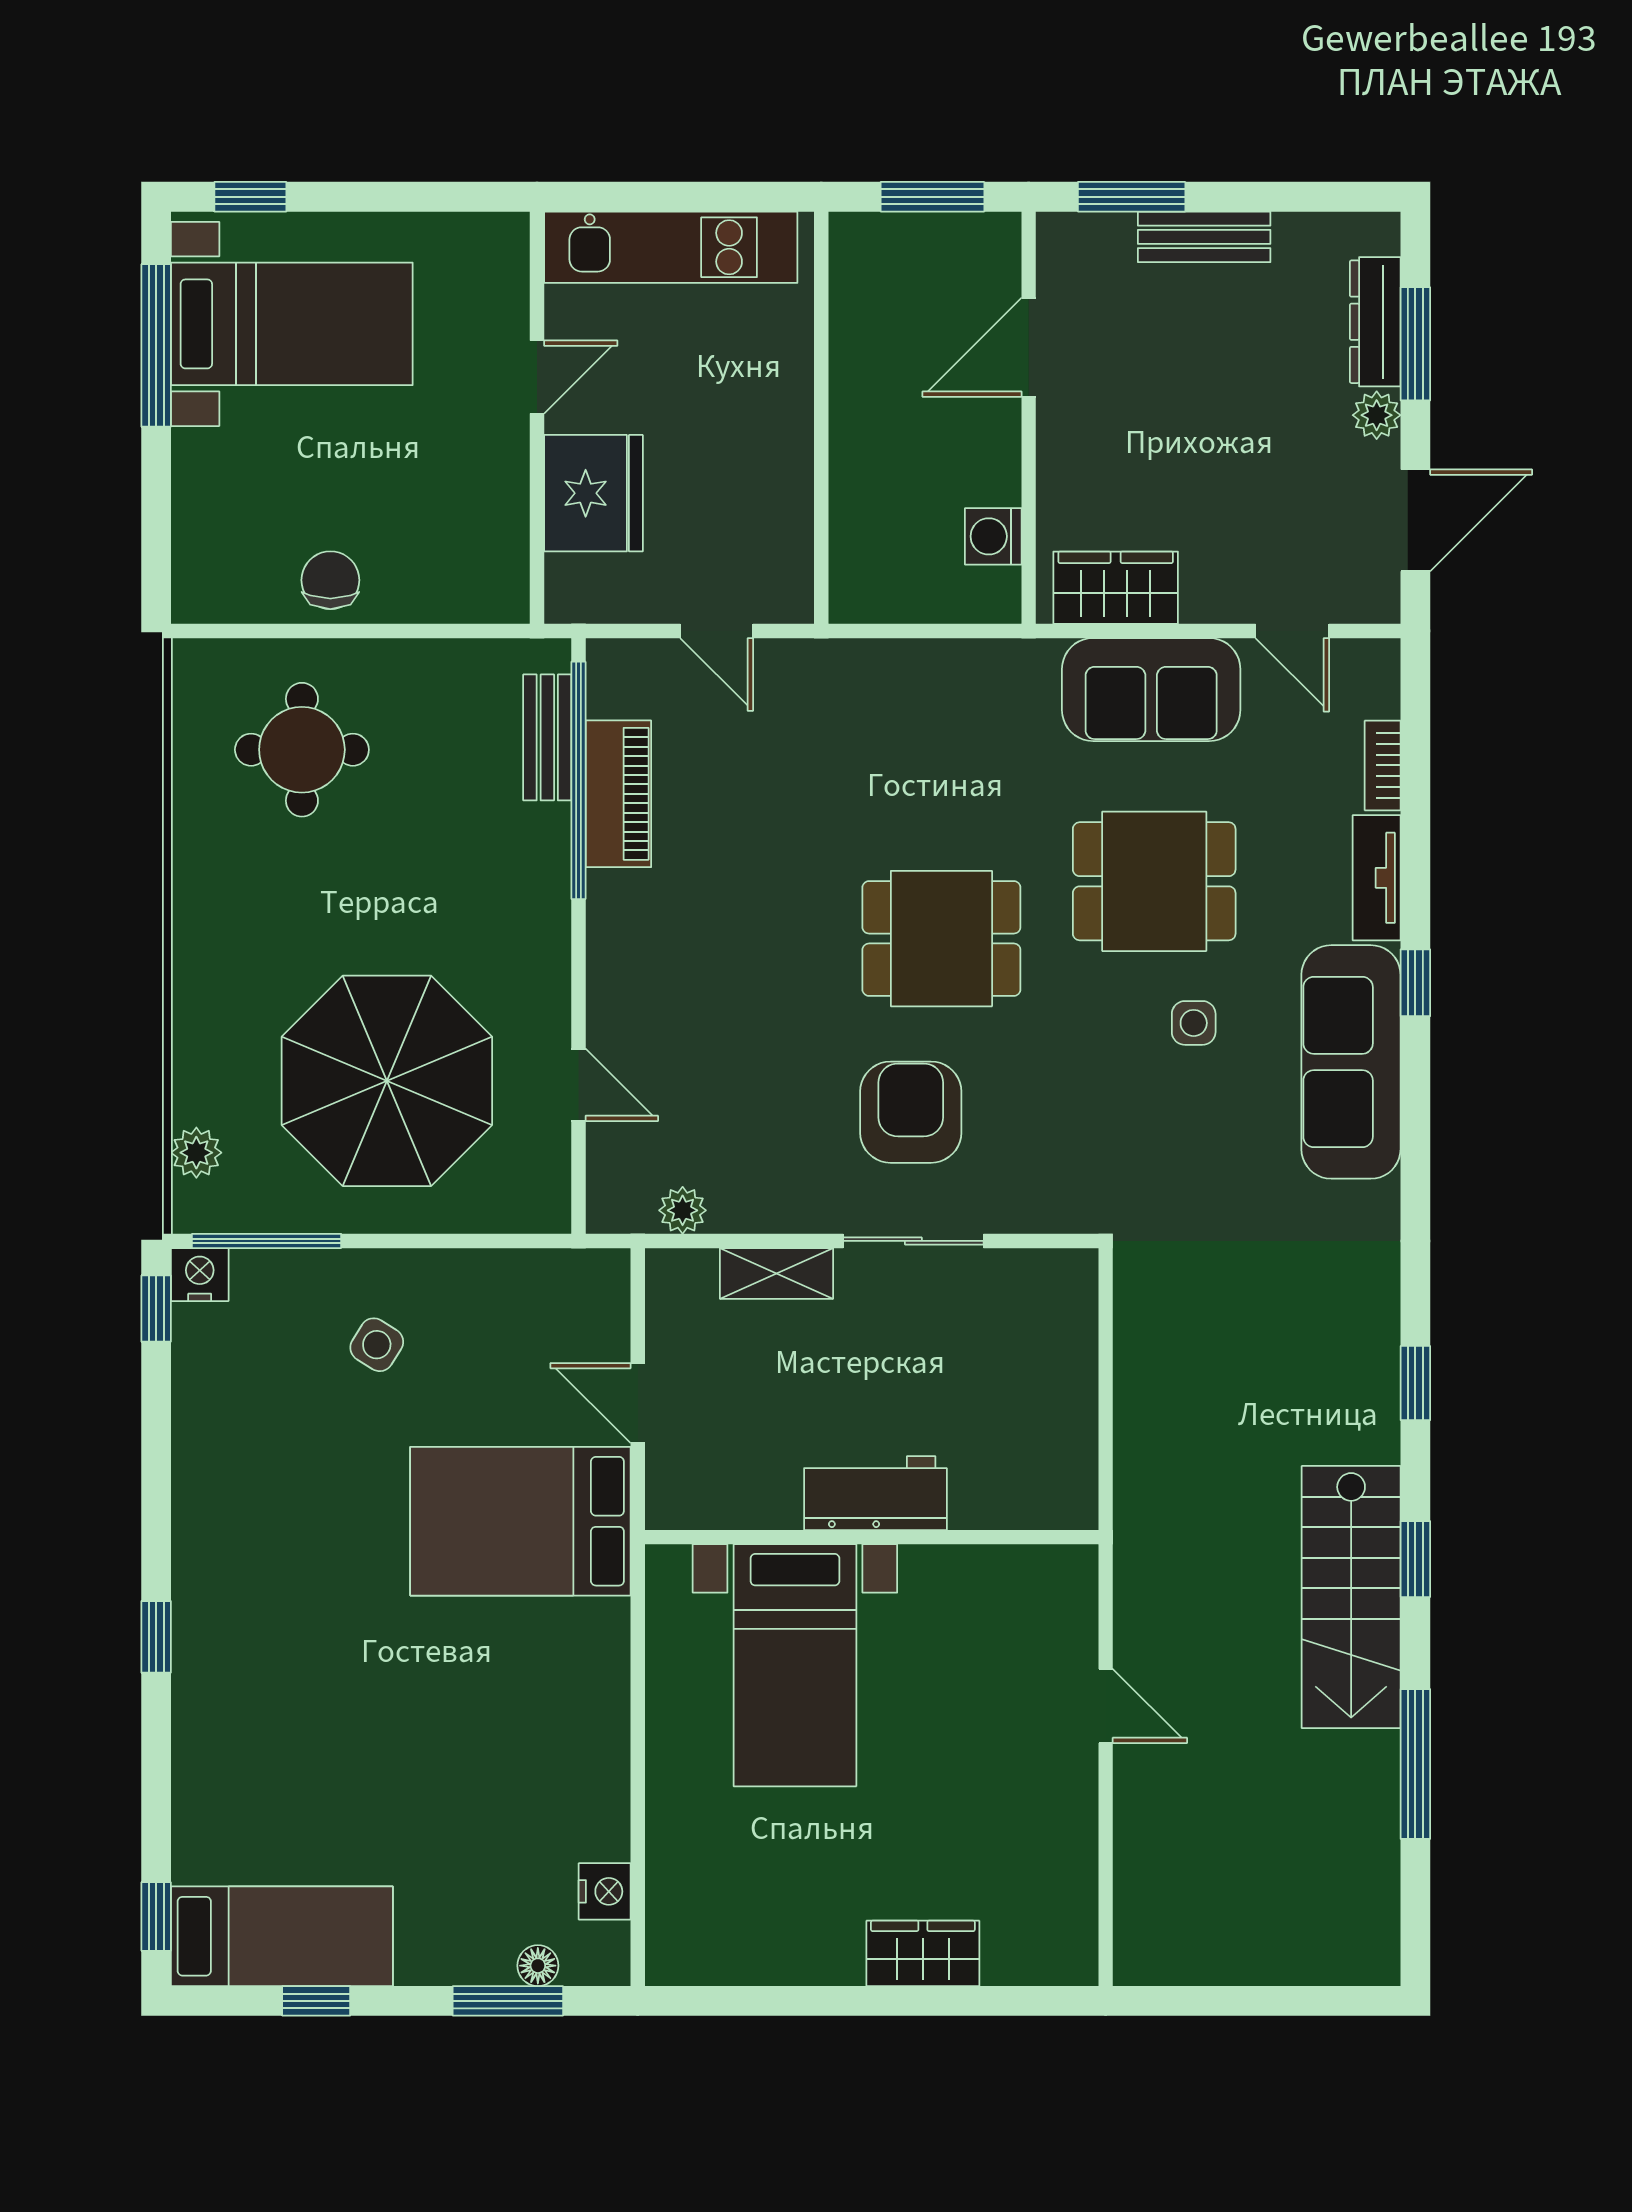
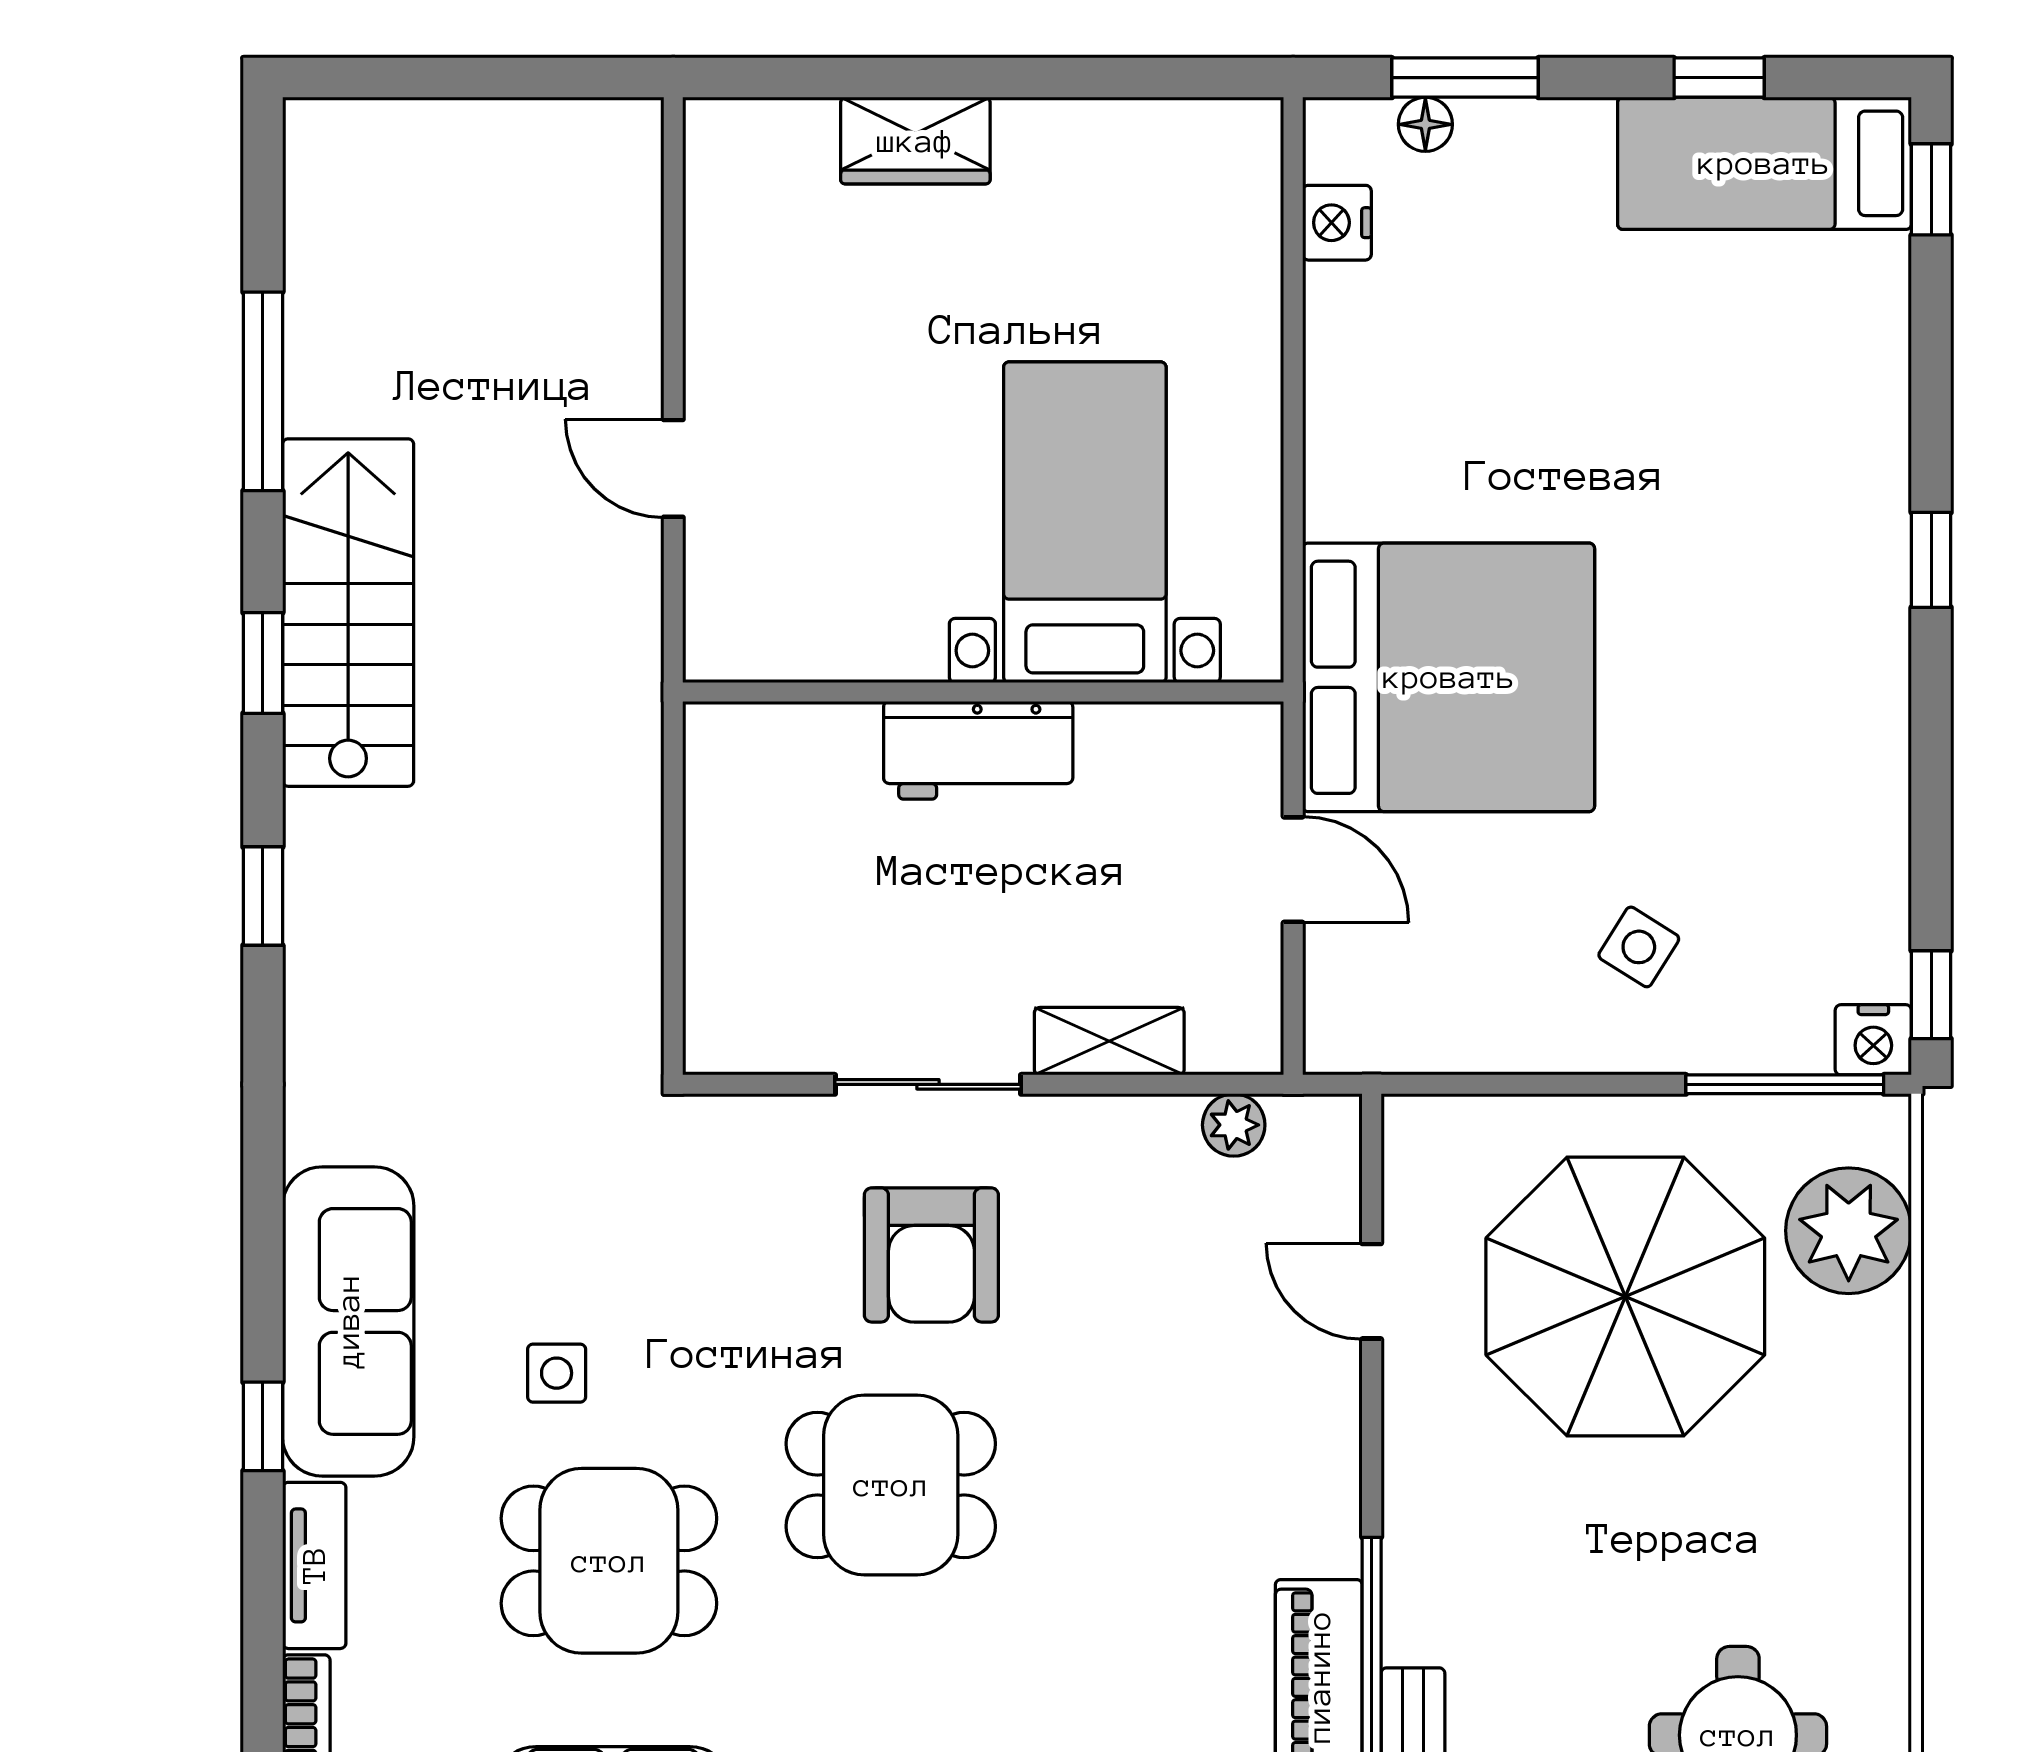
plant: (196, 1153) -> (1849, 1231), width x1.88, depth x1.88
bed: (520, 1521) -> (1449, 677), width x1.36

